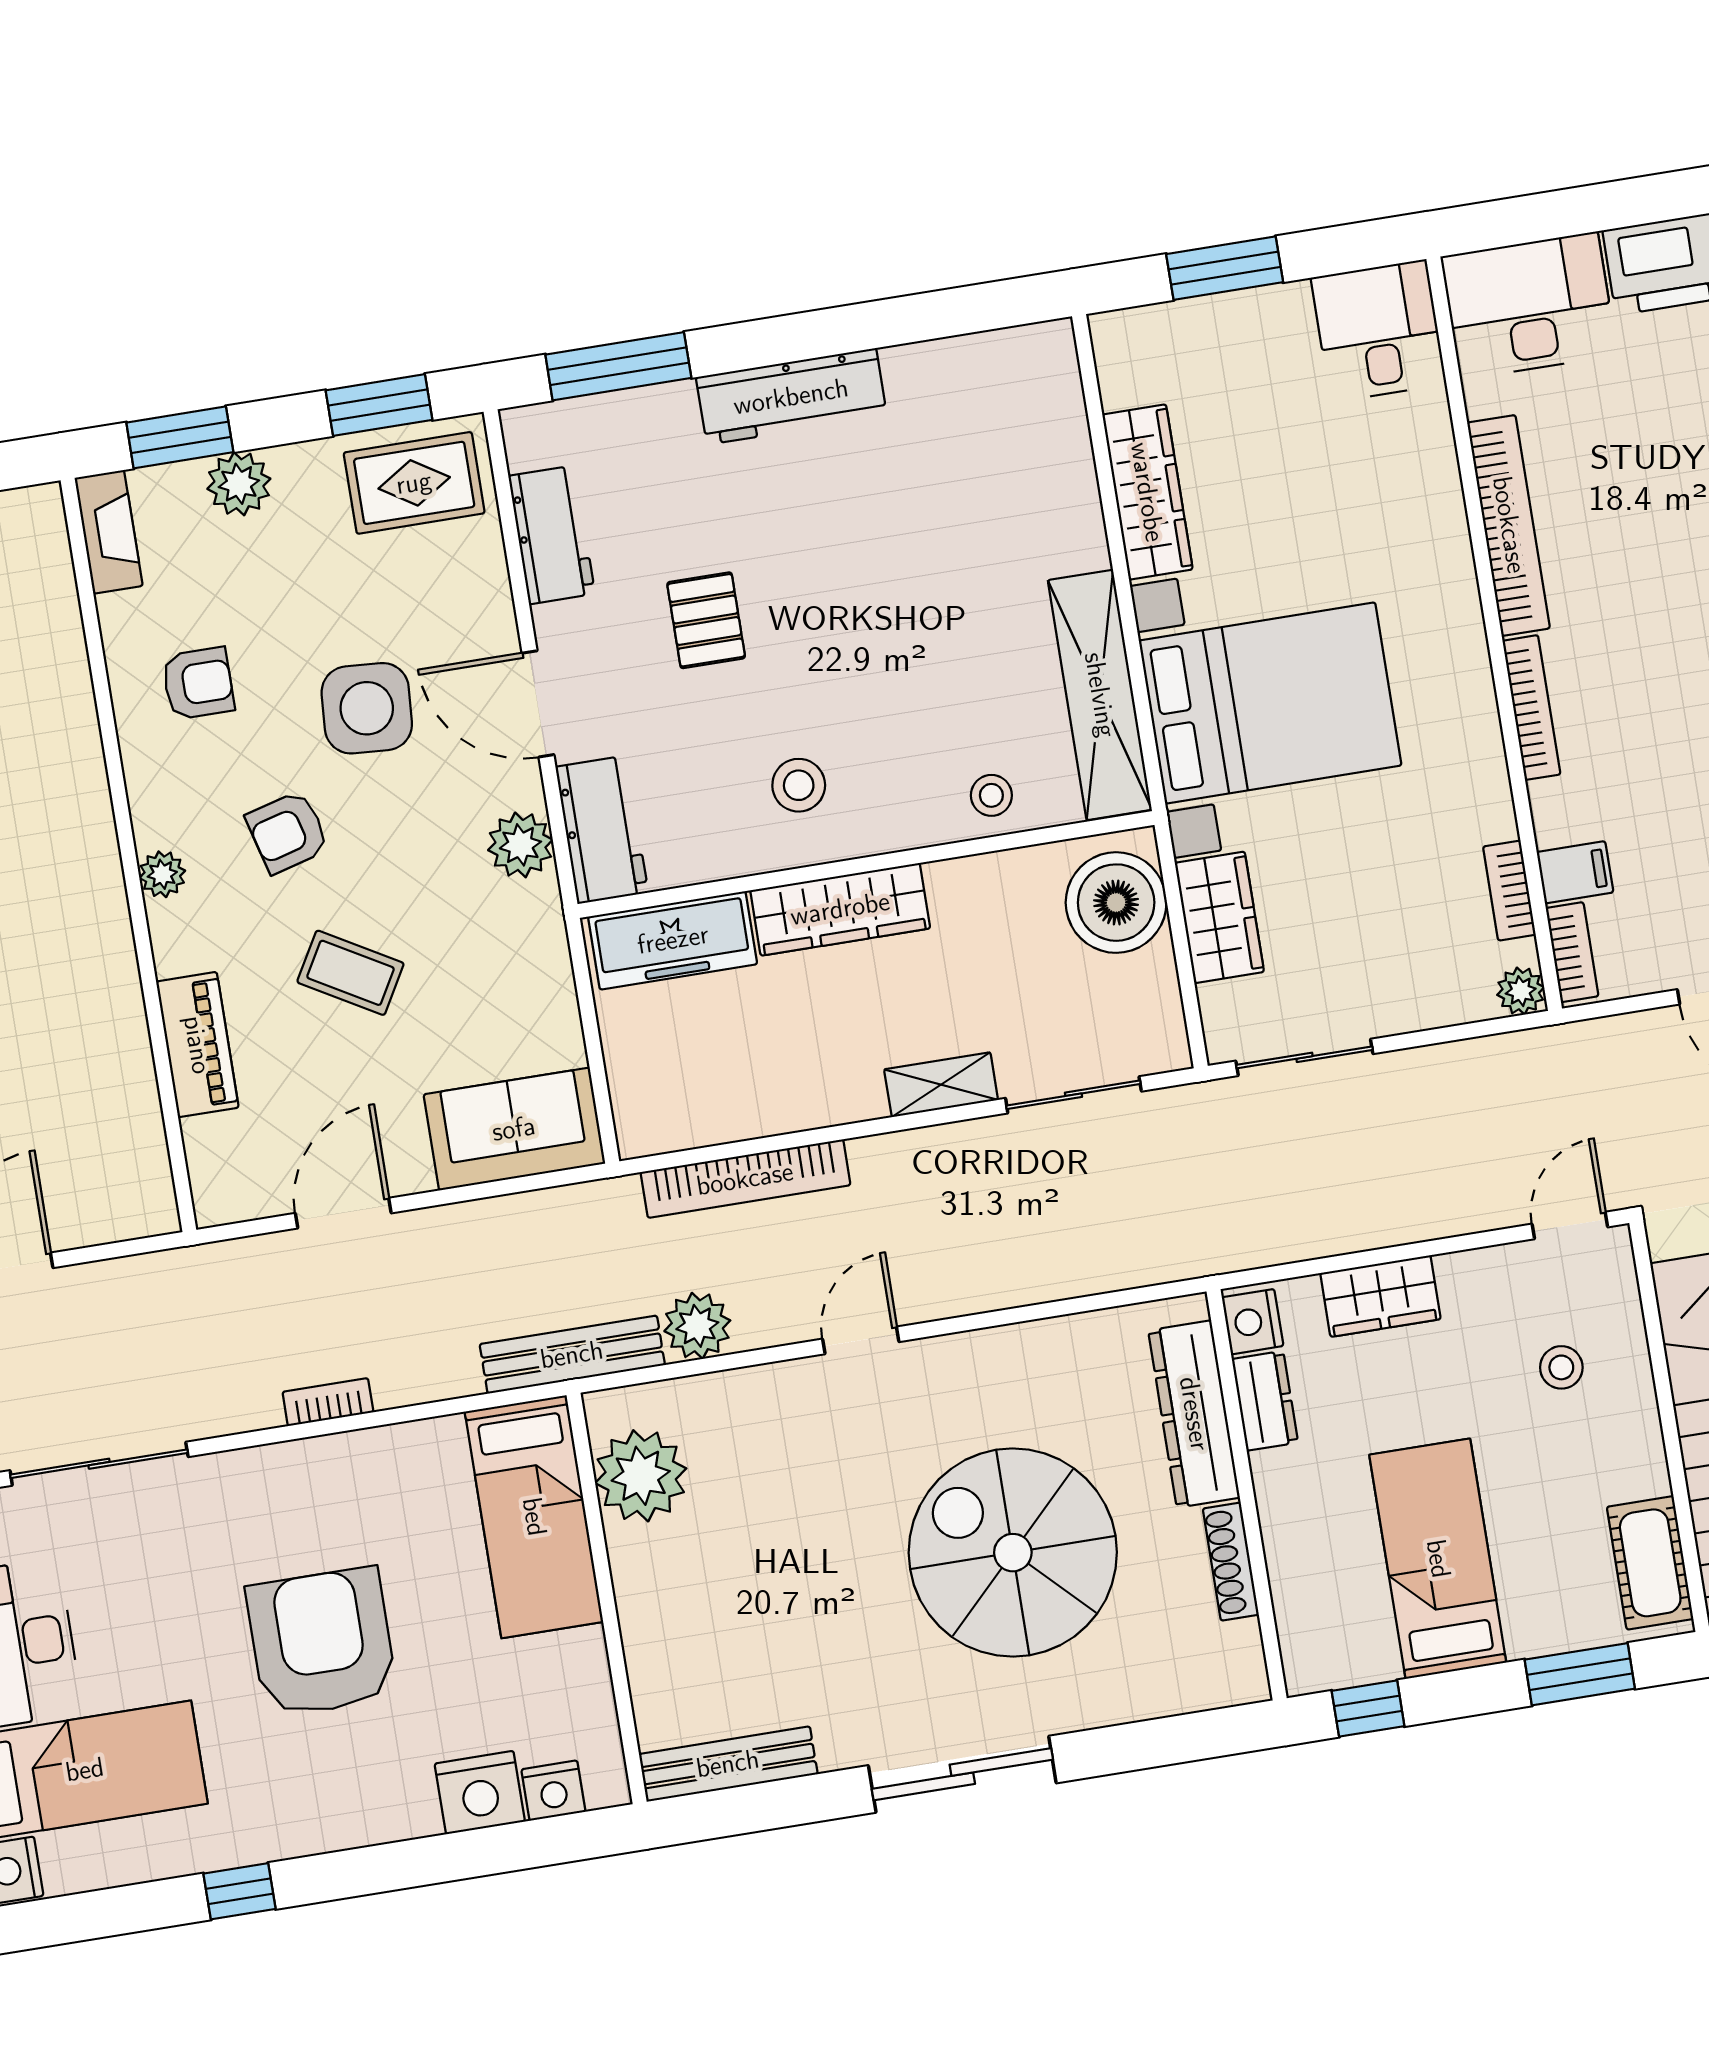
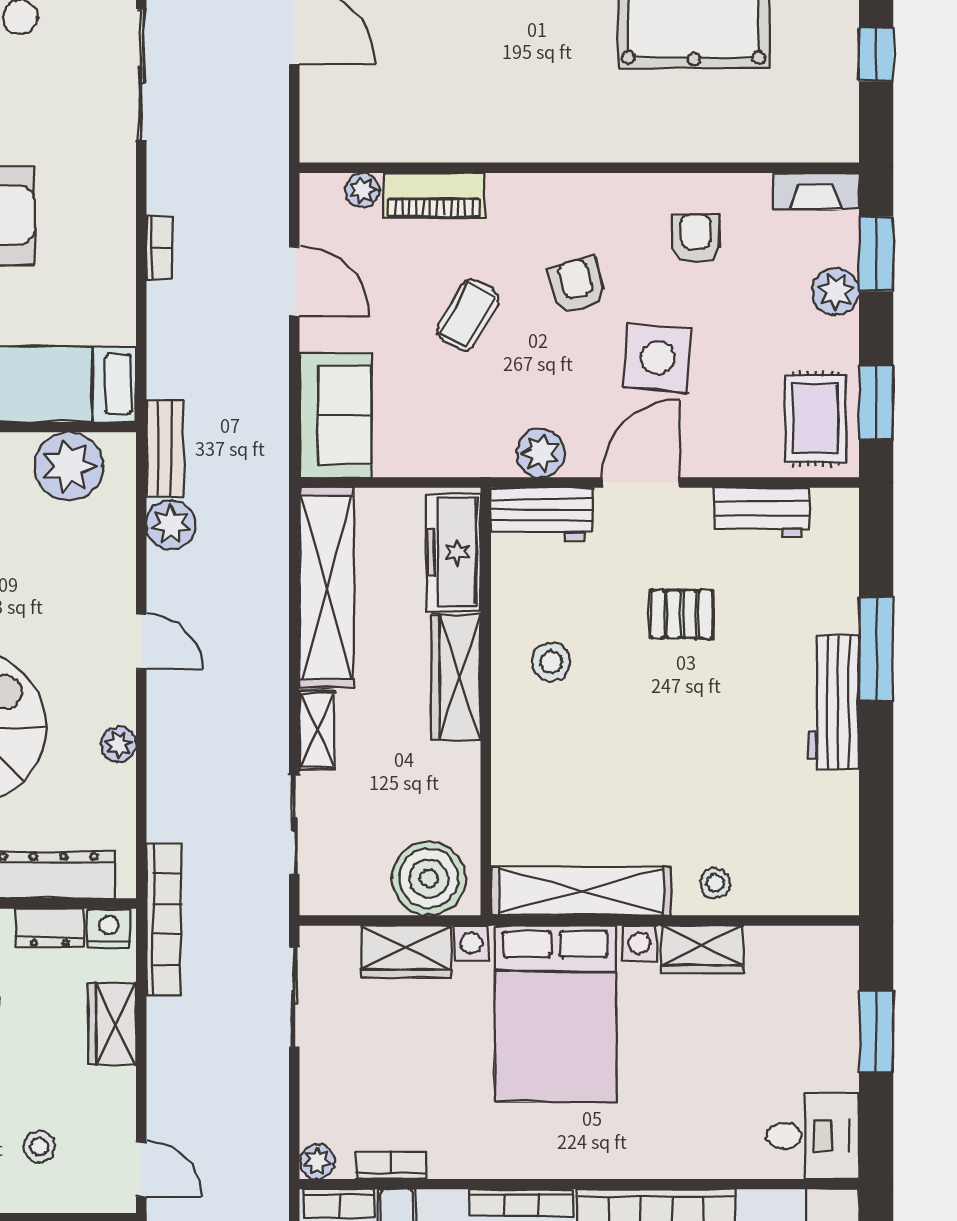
window: (618, 366) -> (876, 649), moved
wardrobe: (1147, 492) -> (702, 949), width x0.67
armchair: (198, 683) -> (696, 238), turned 180
stool: (991, 795) -> (715, 883), moved
plant: (162, 874) -> (363, 190), moved
shelving: (747, 1103) -> (327, 587), added
bookcase: (745, 1179) -> (163, 919), moved, turned 180
plant: (1003, 1348) -> (119, 744), added
bench: (572, 1355) -> (165, 448), width x0.73

